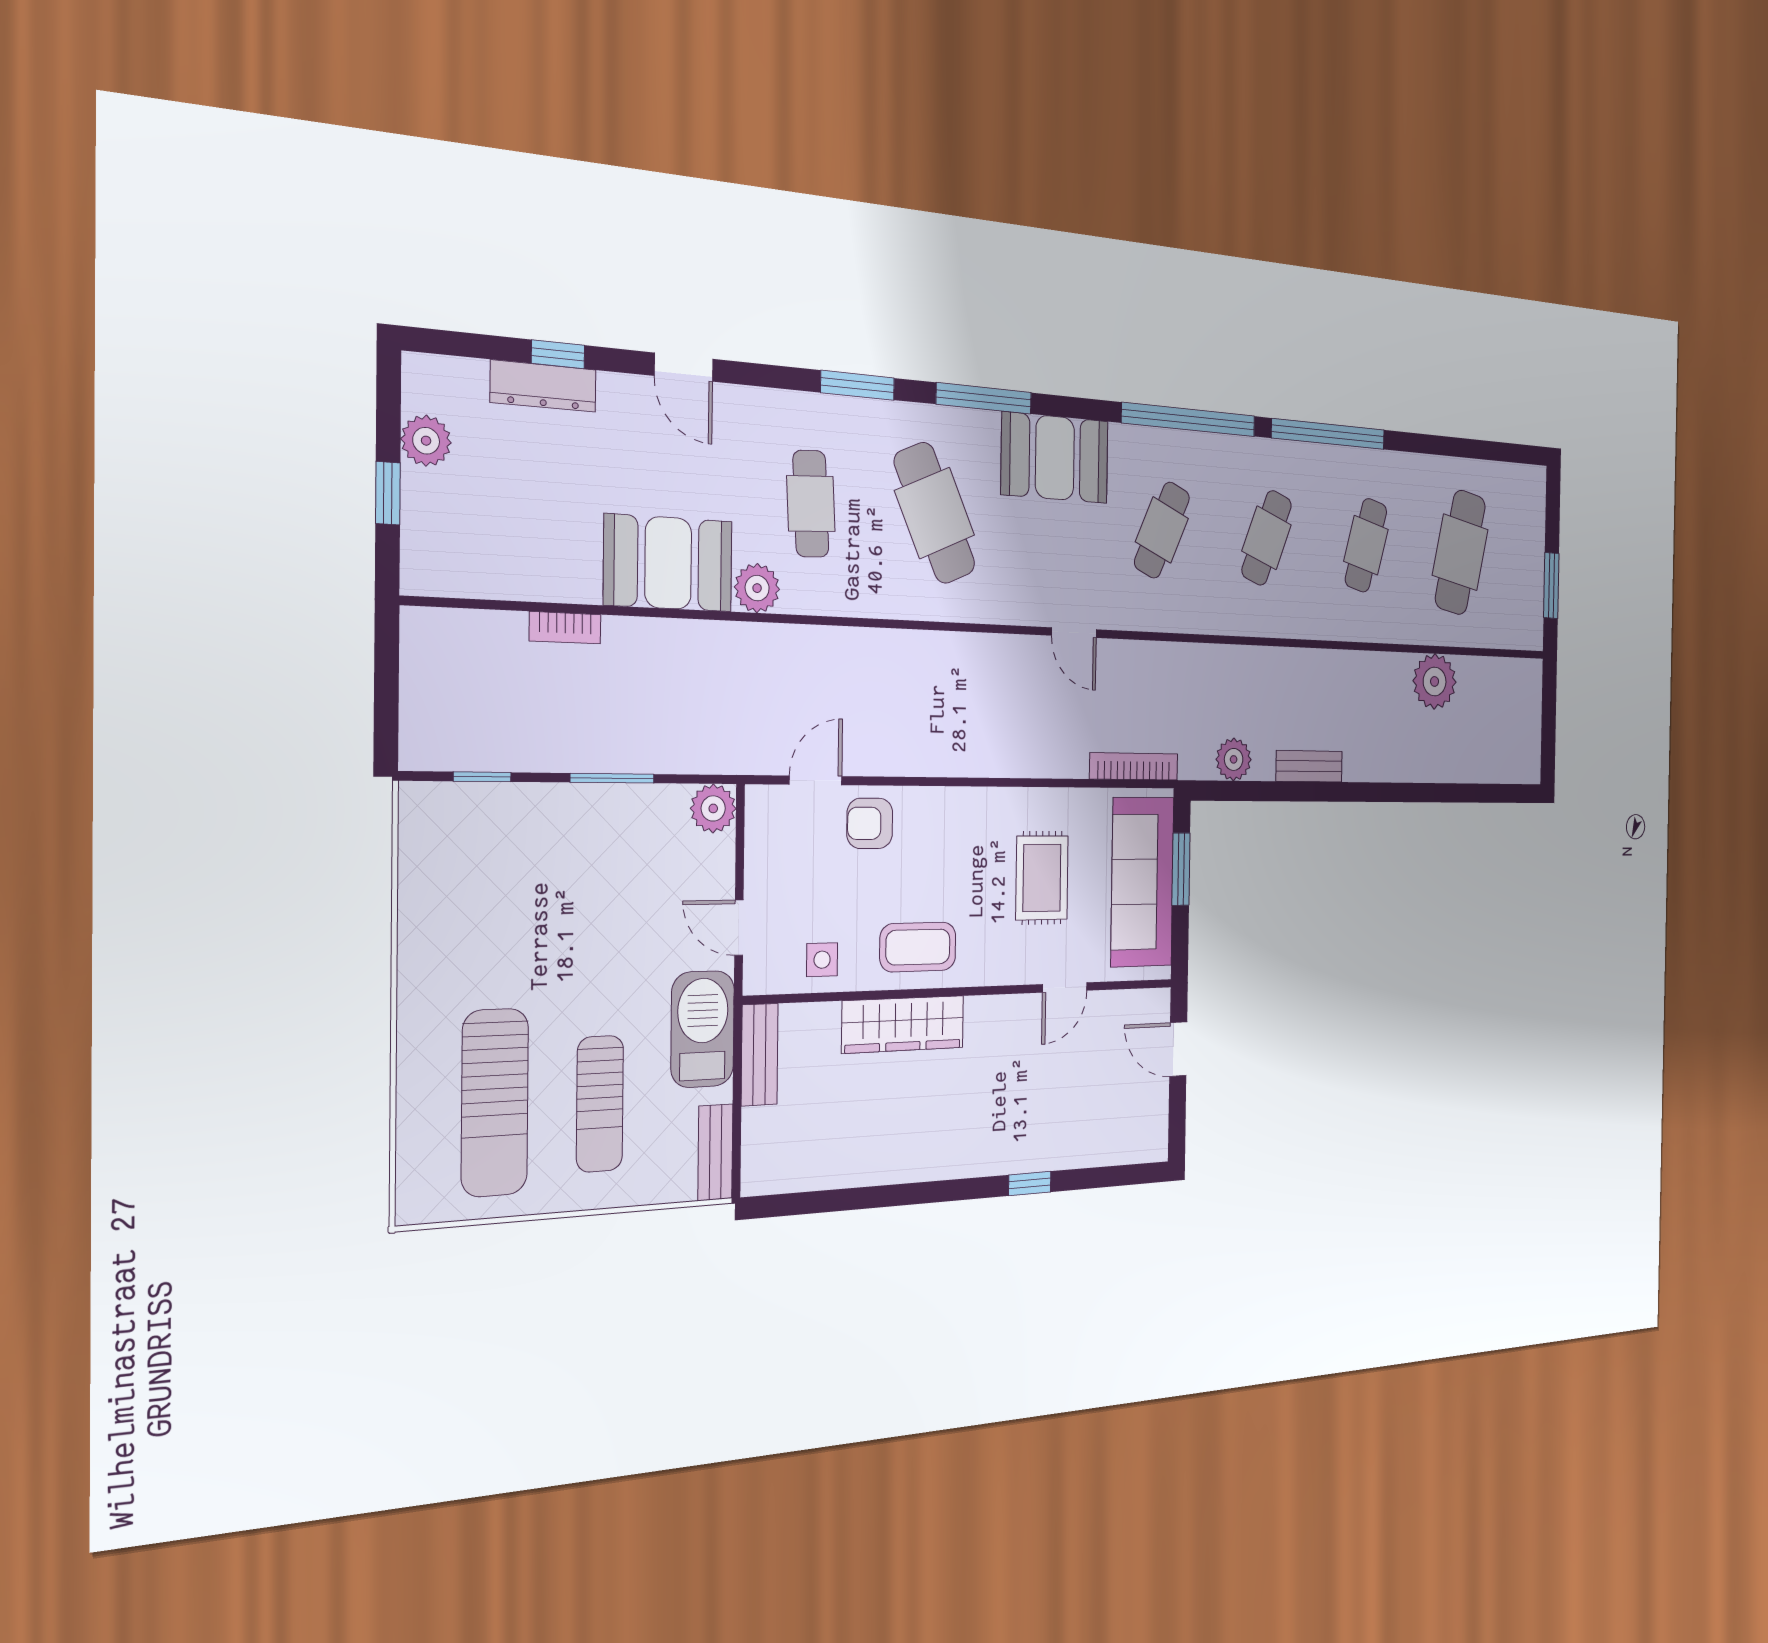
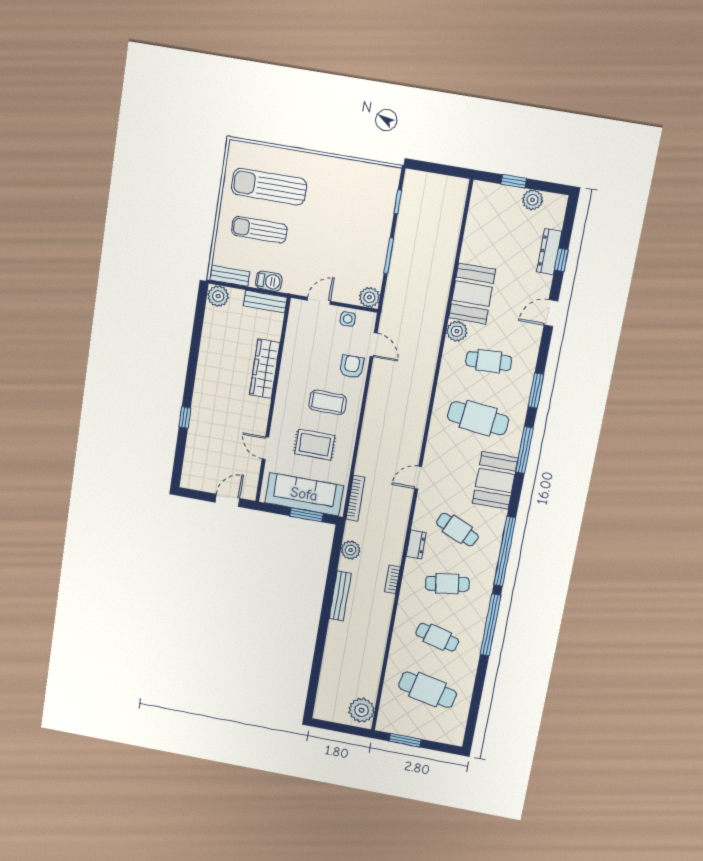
cafe table: (935, 513) -> (478, 418), turned 30
cafe table: (1267, 538) -> (447, 584), turned -30
dresser: (1203, 617) -> (416, 544), added
bookcase: (565, 628) -> (392, 579), moved
plant: (1435, 681) -> (362, 710), moved
bench: (1309, 766) -> (340, 596), width x1.36
coffee table: (918, 947) -> (328, 402), moved, turned 90
side table: (822, 960) -> (348, 319), moved
barbecue: (703, 1029) -> (269, 281), width x0.53, depth x0.65
plant: (764, 1168) -> (218, 296), added

